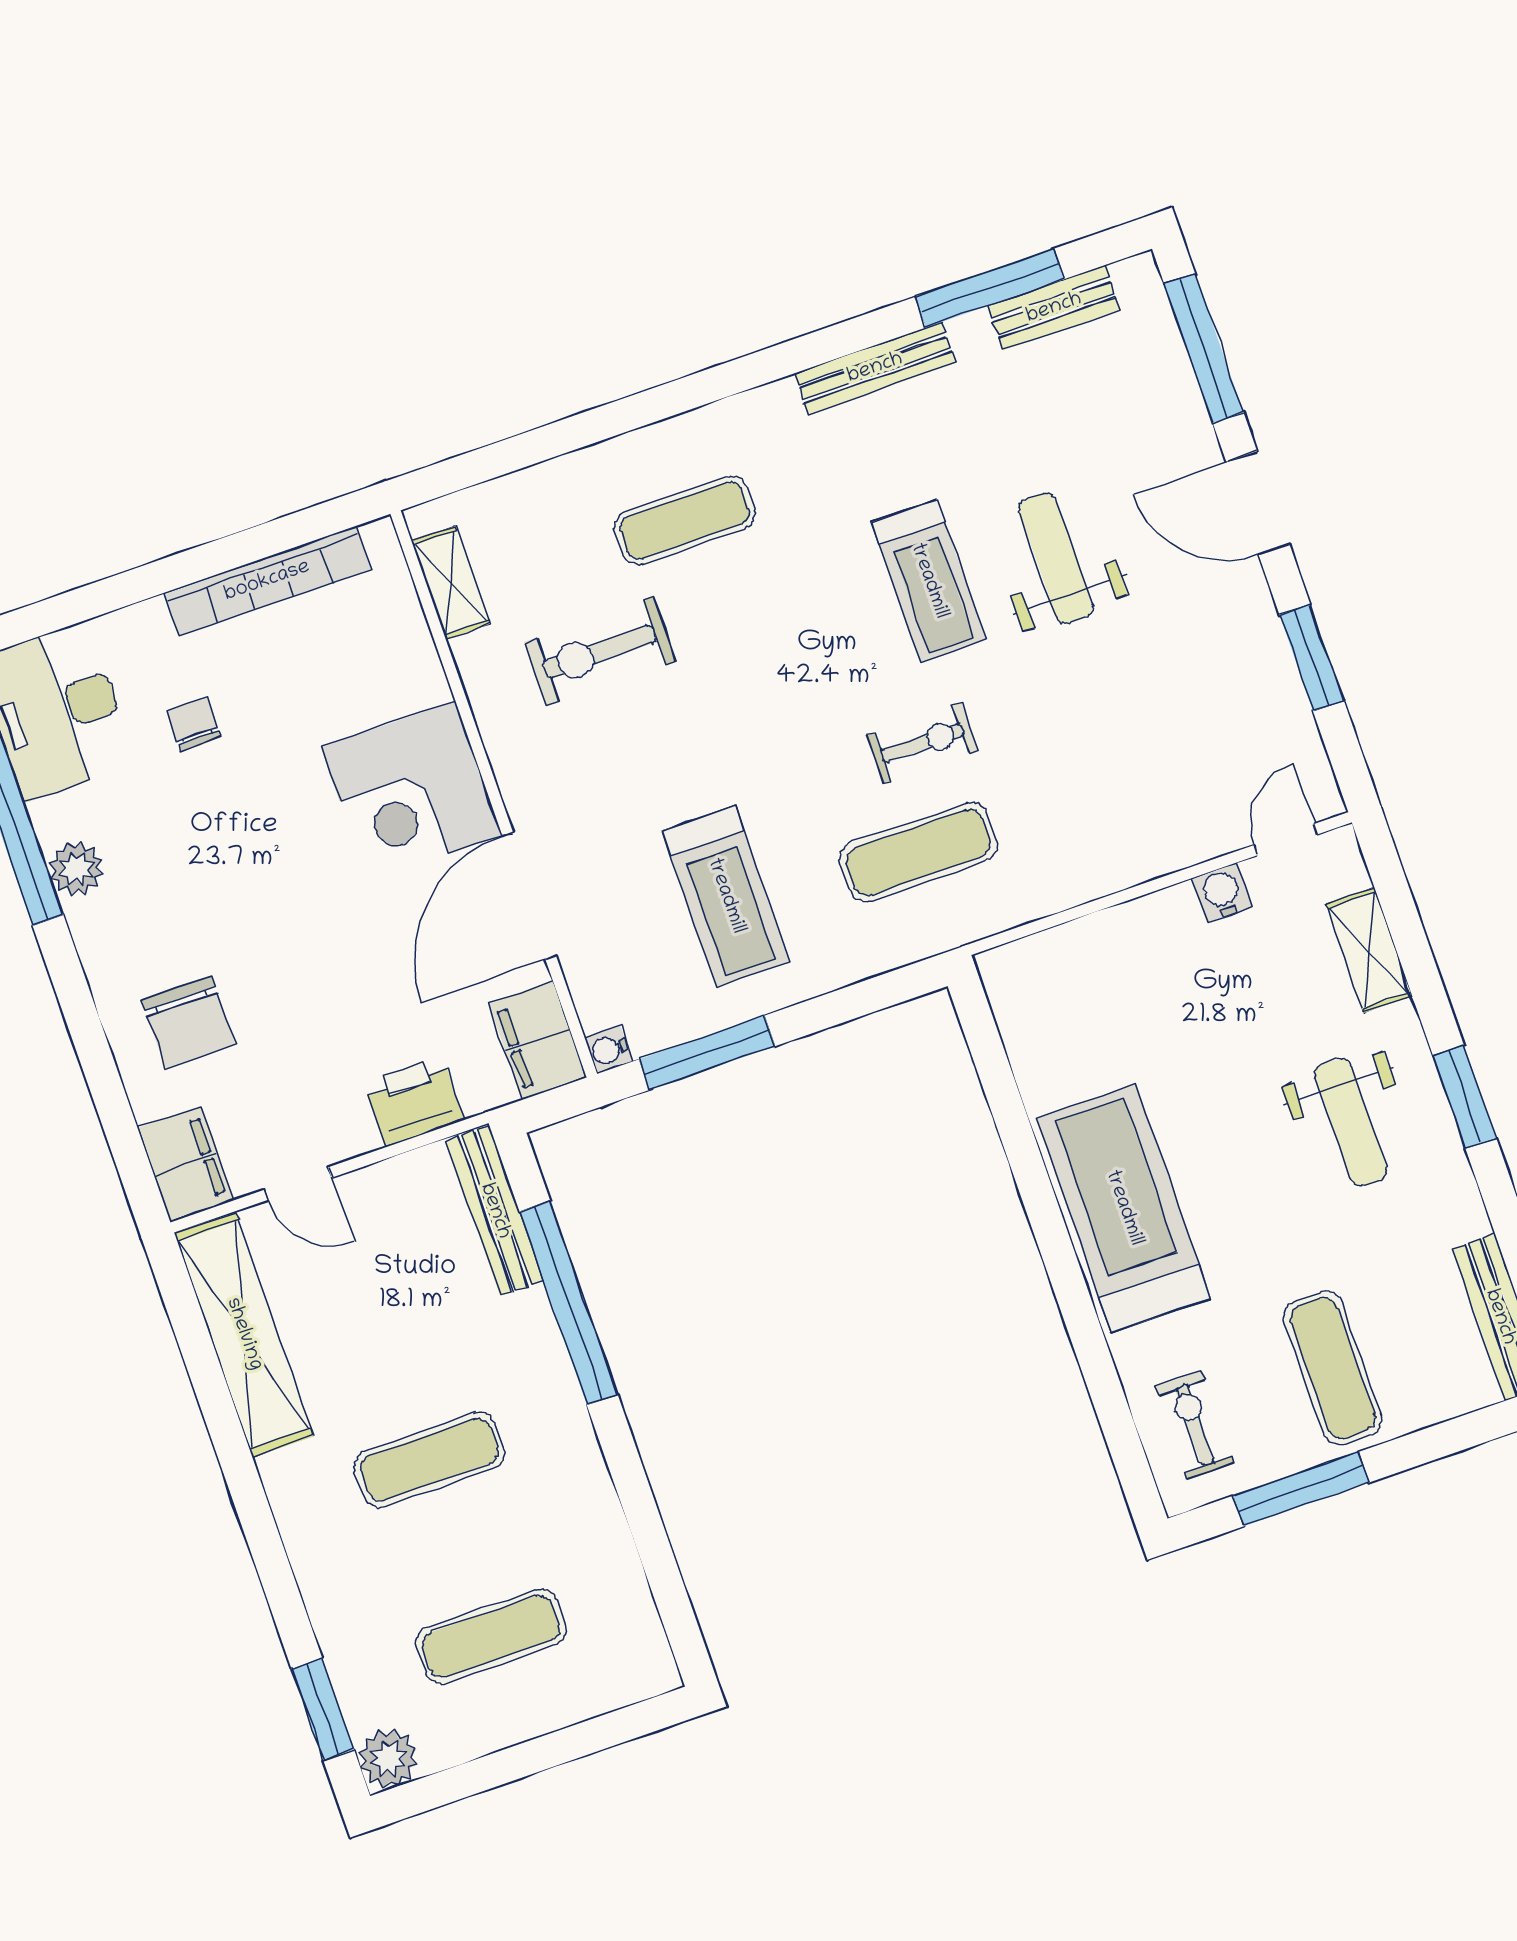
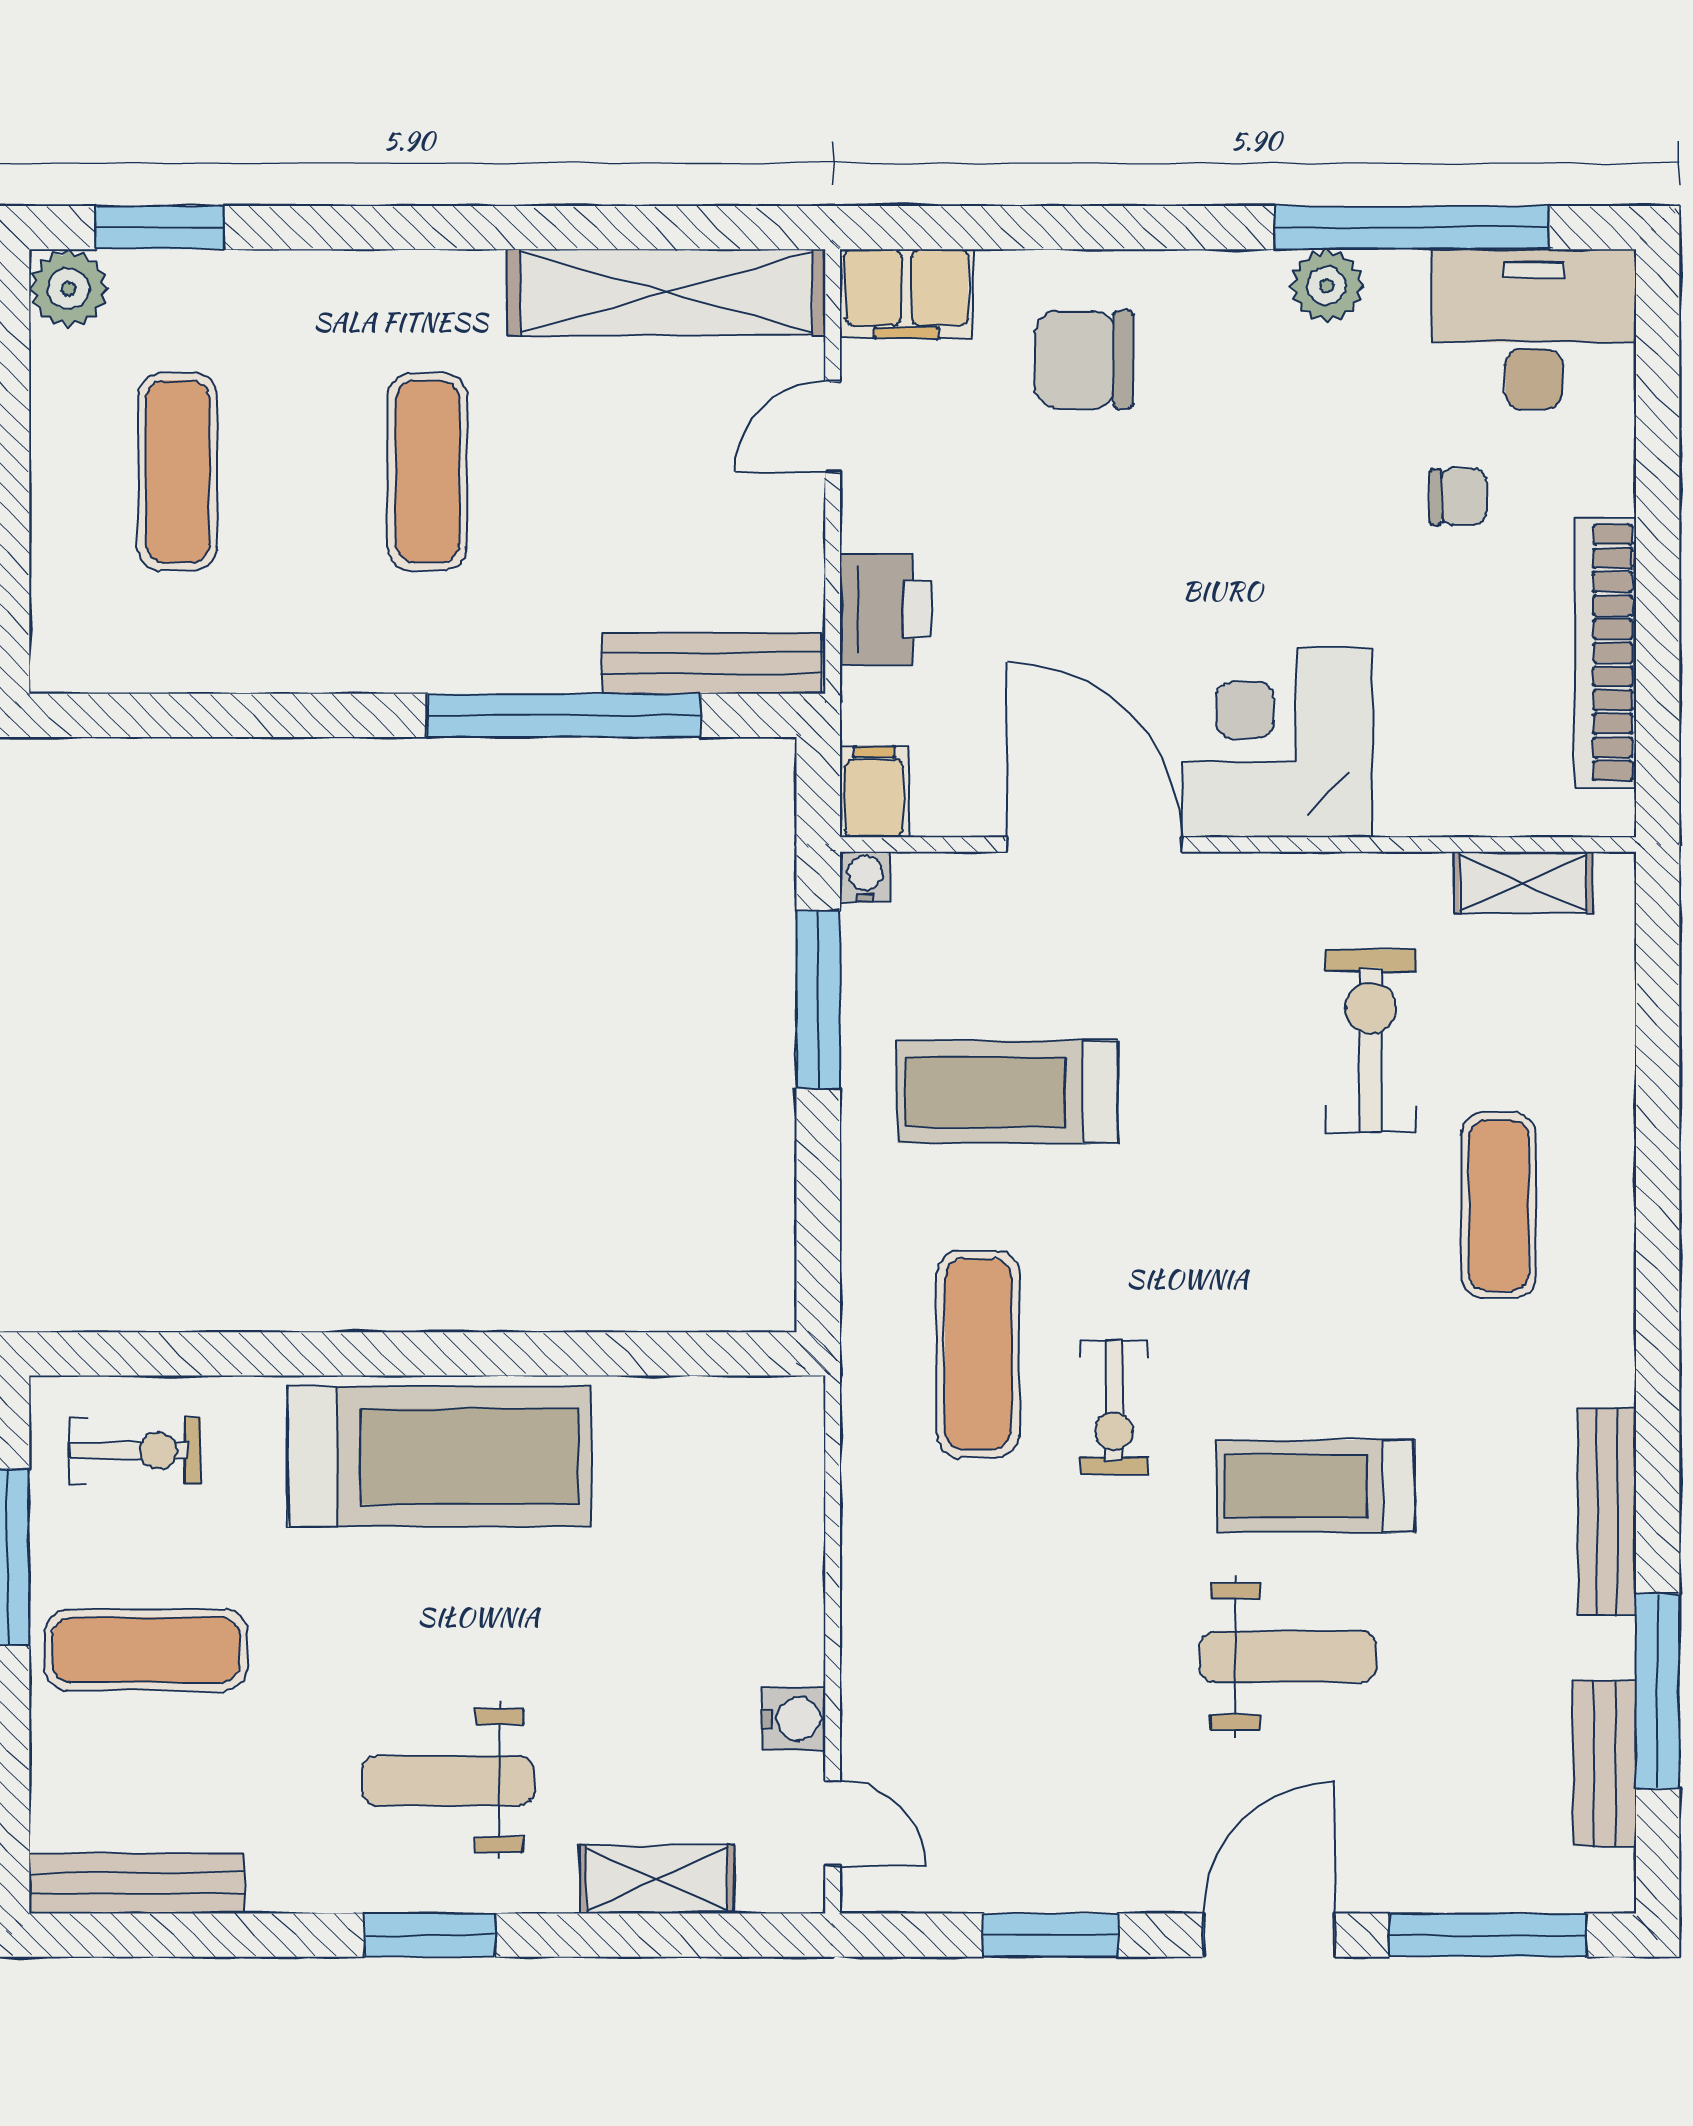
filing cabinet: (538, 1040) -> (874, 792), width x0.50

